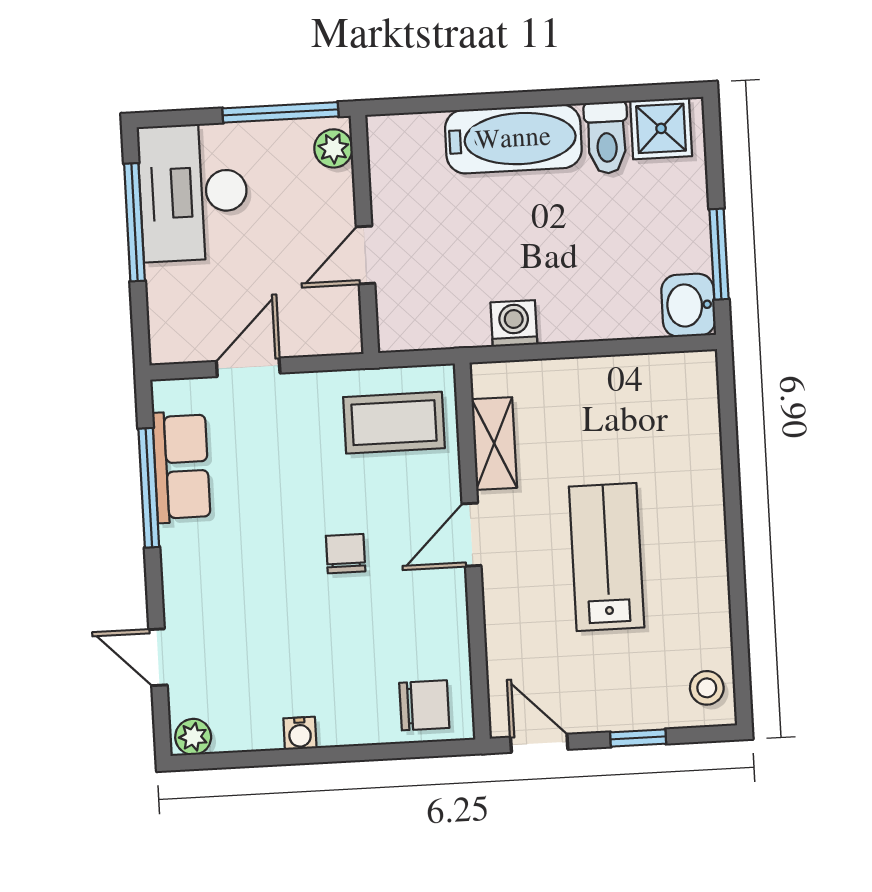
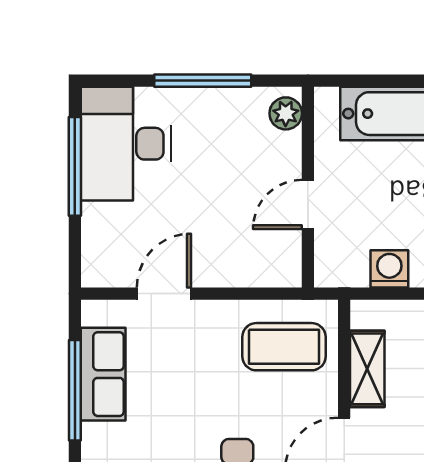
plant: (333, 148) -> (286, 113), moved
wall: (364, 234) -> (308, 187), moved
door: (366, 255) -> (308, 204), moved

